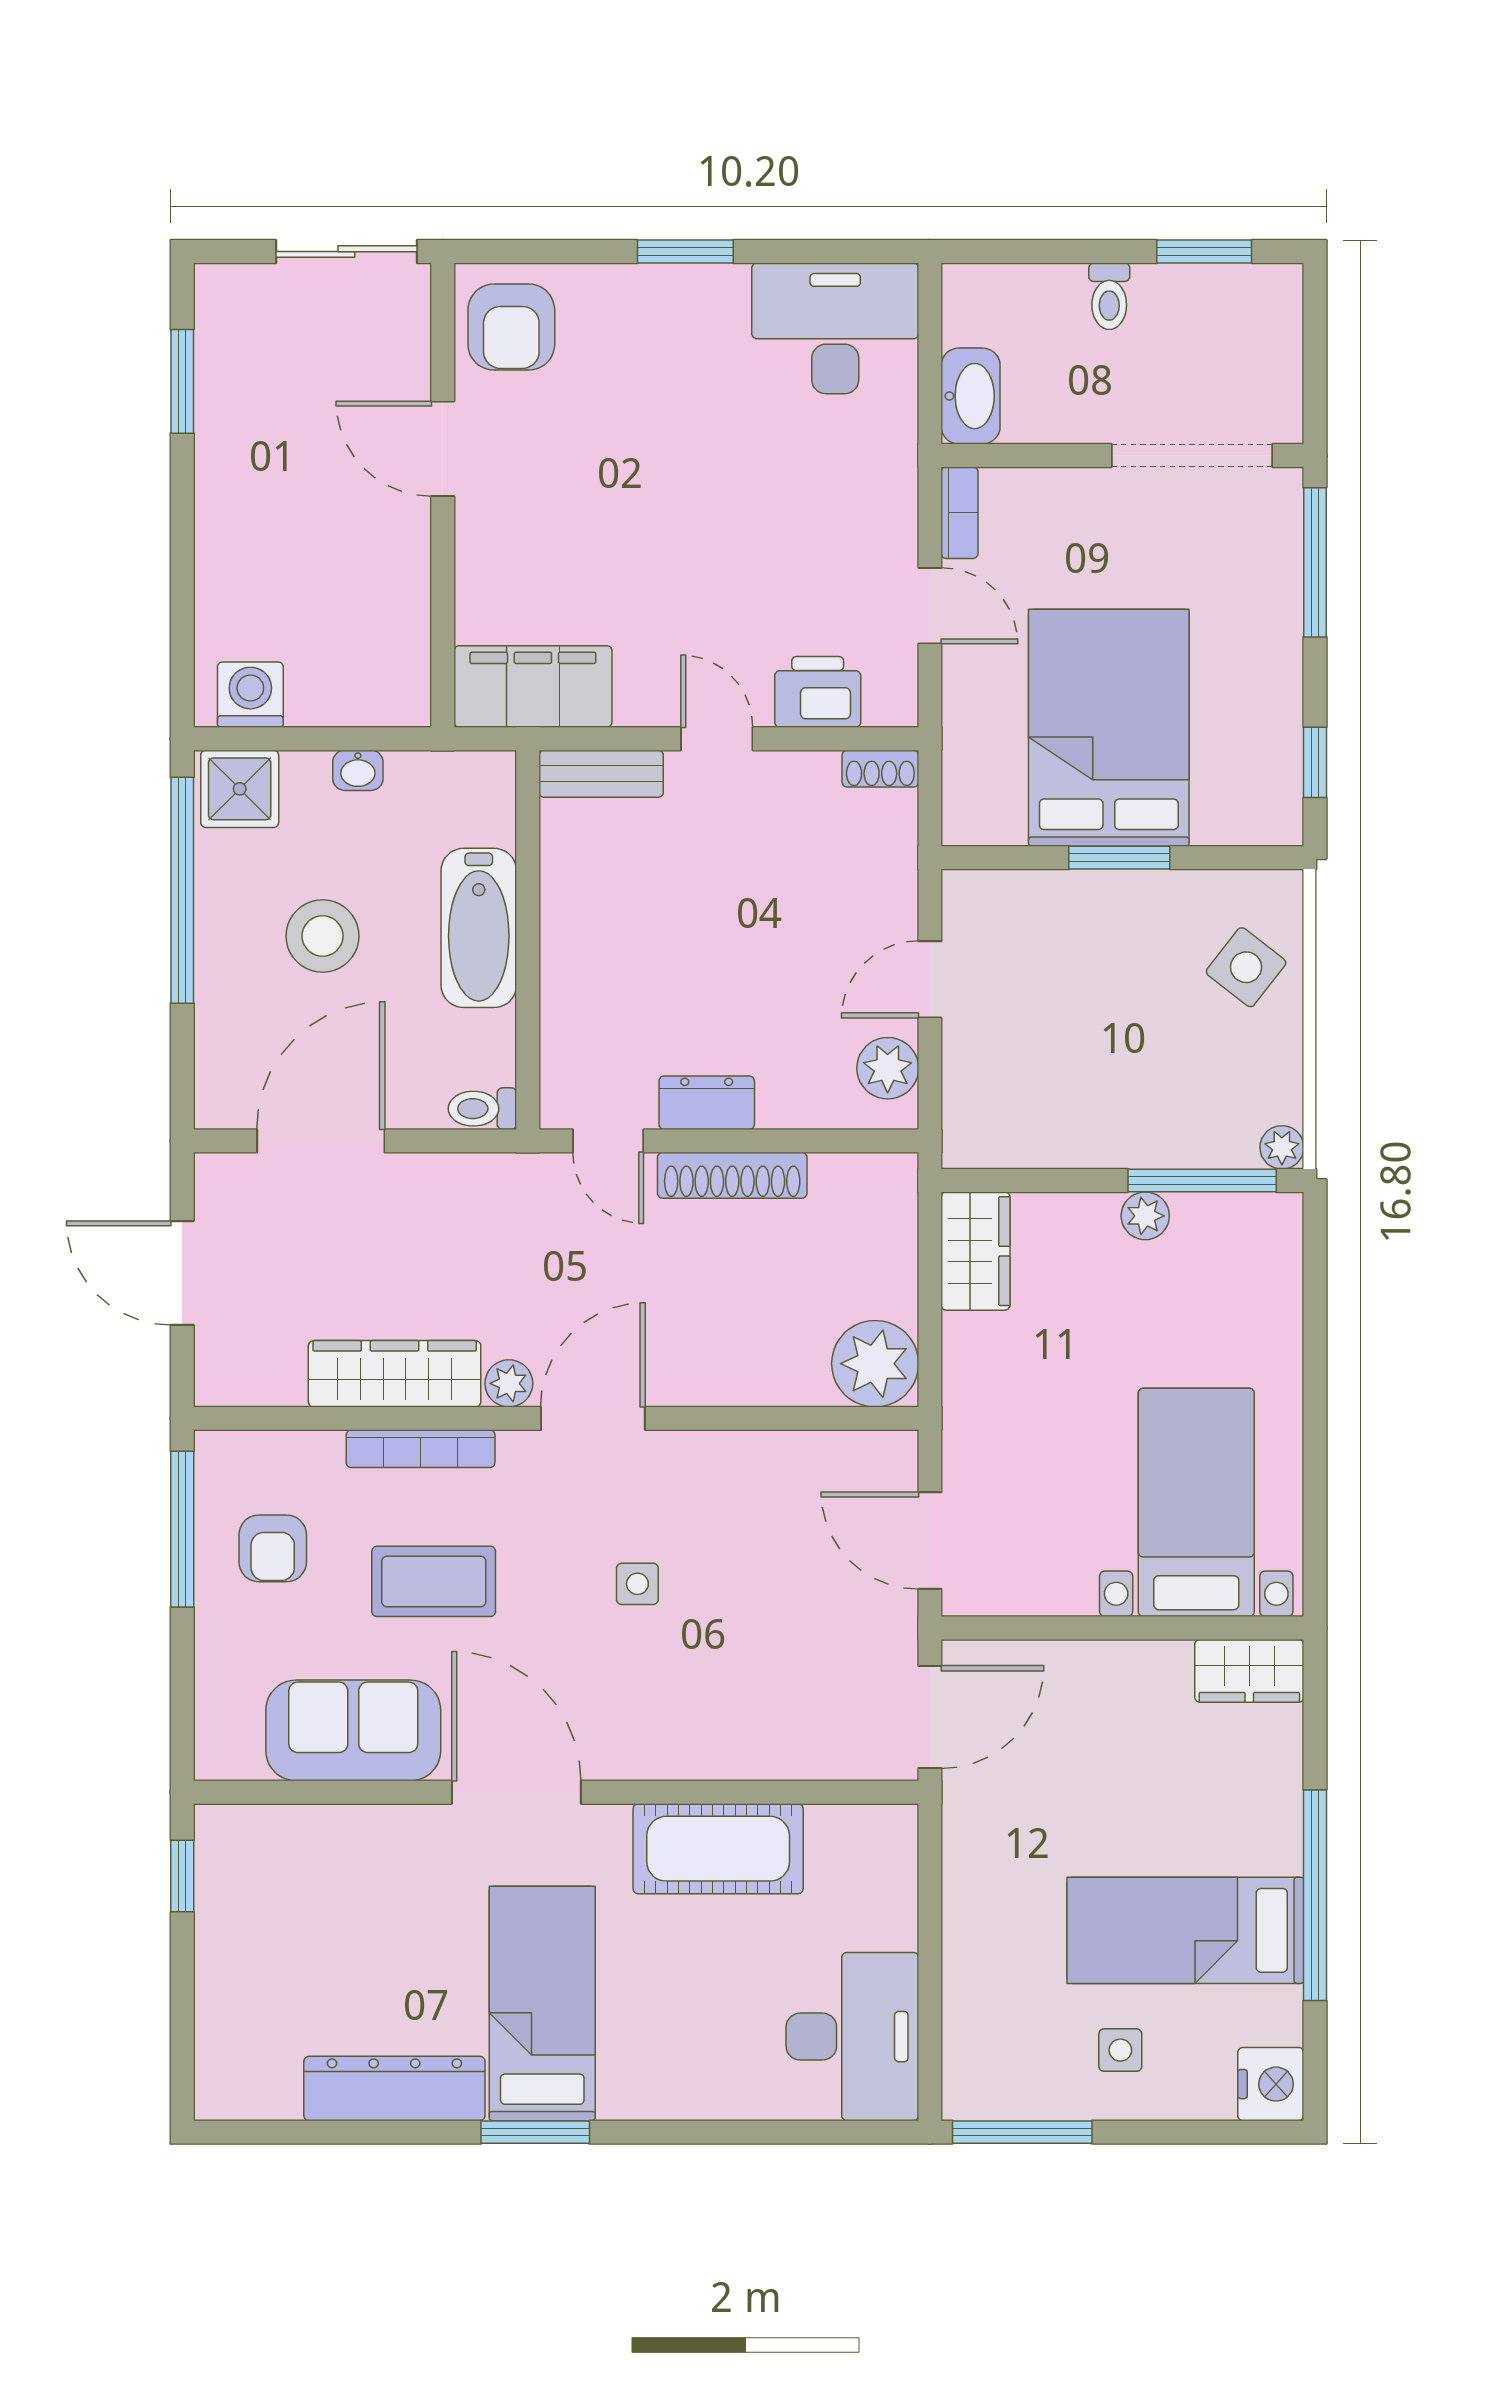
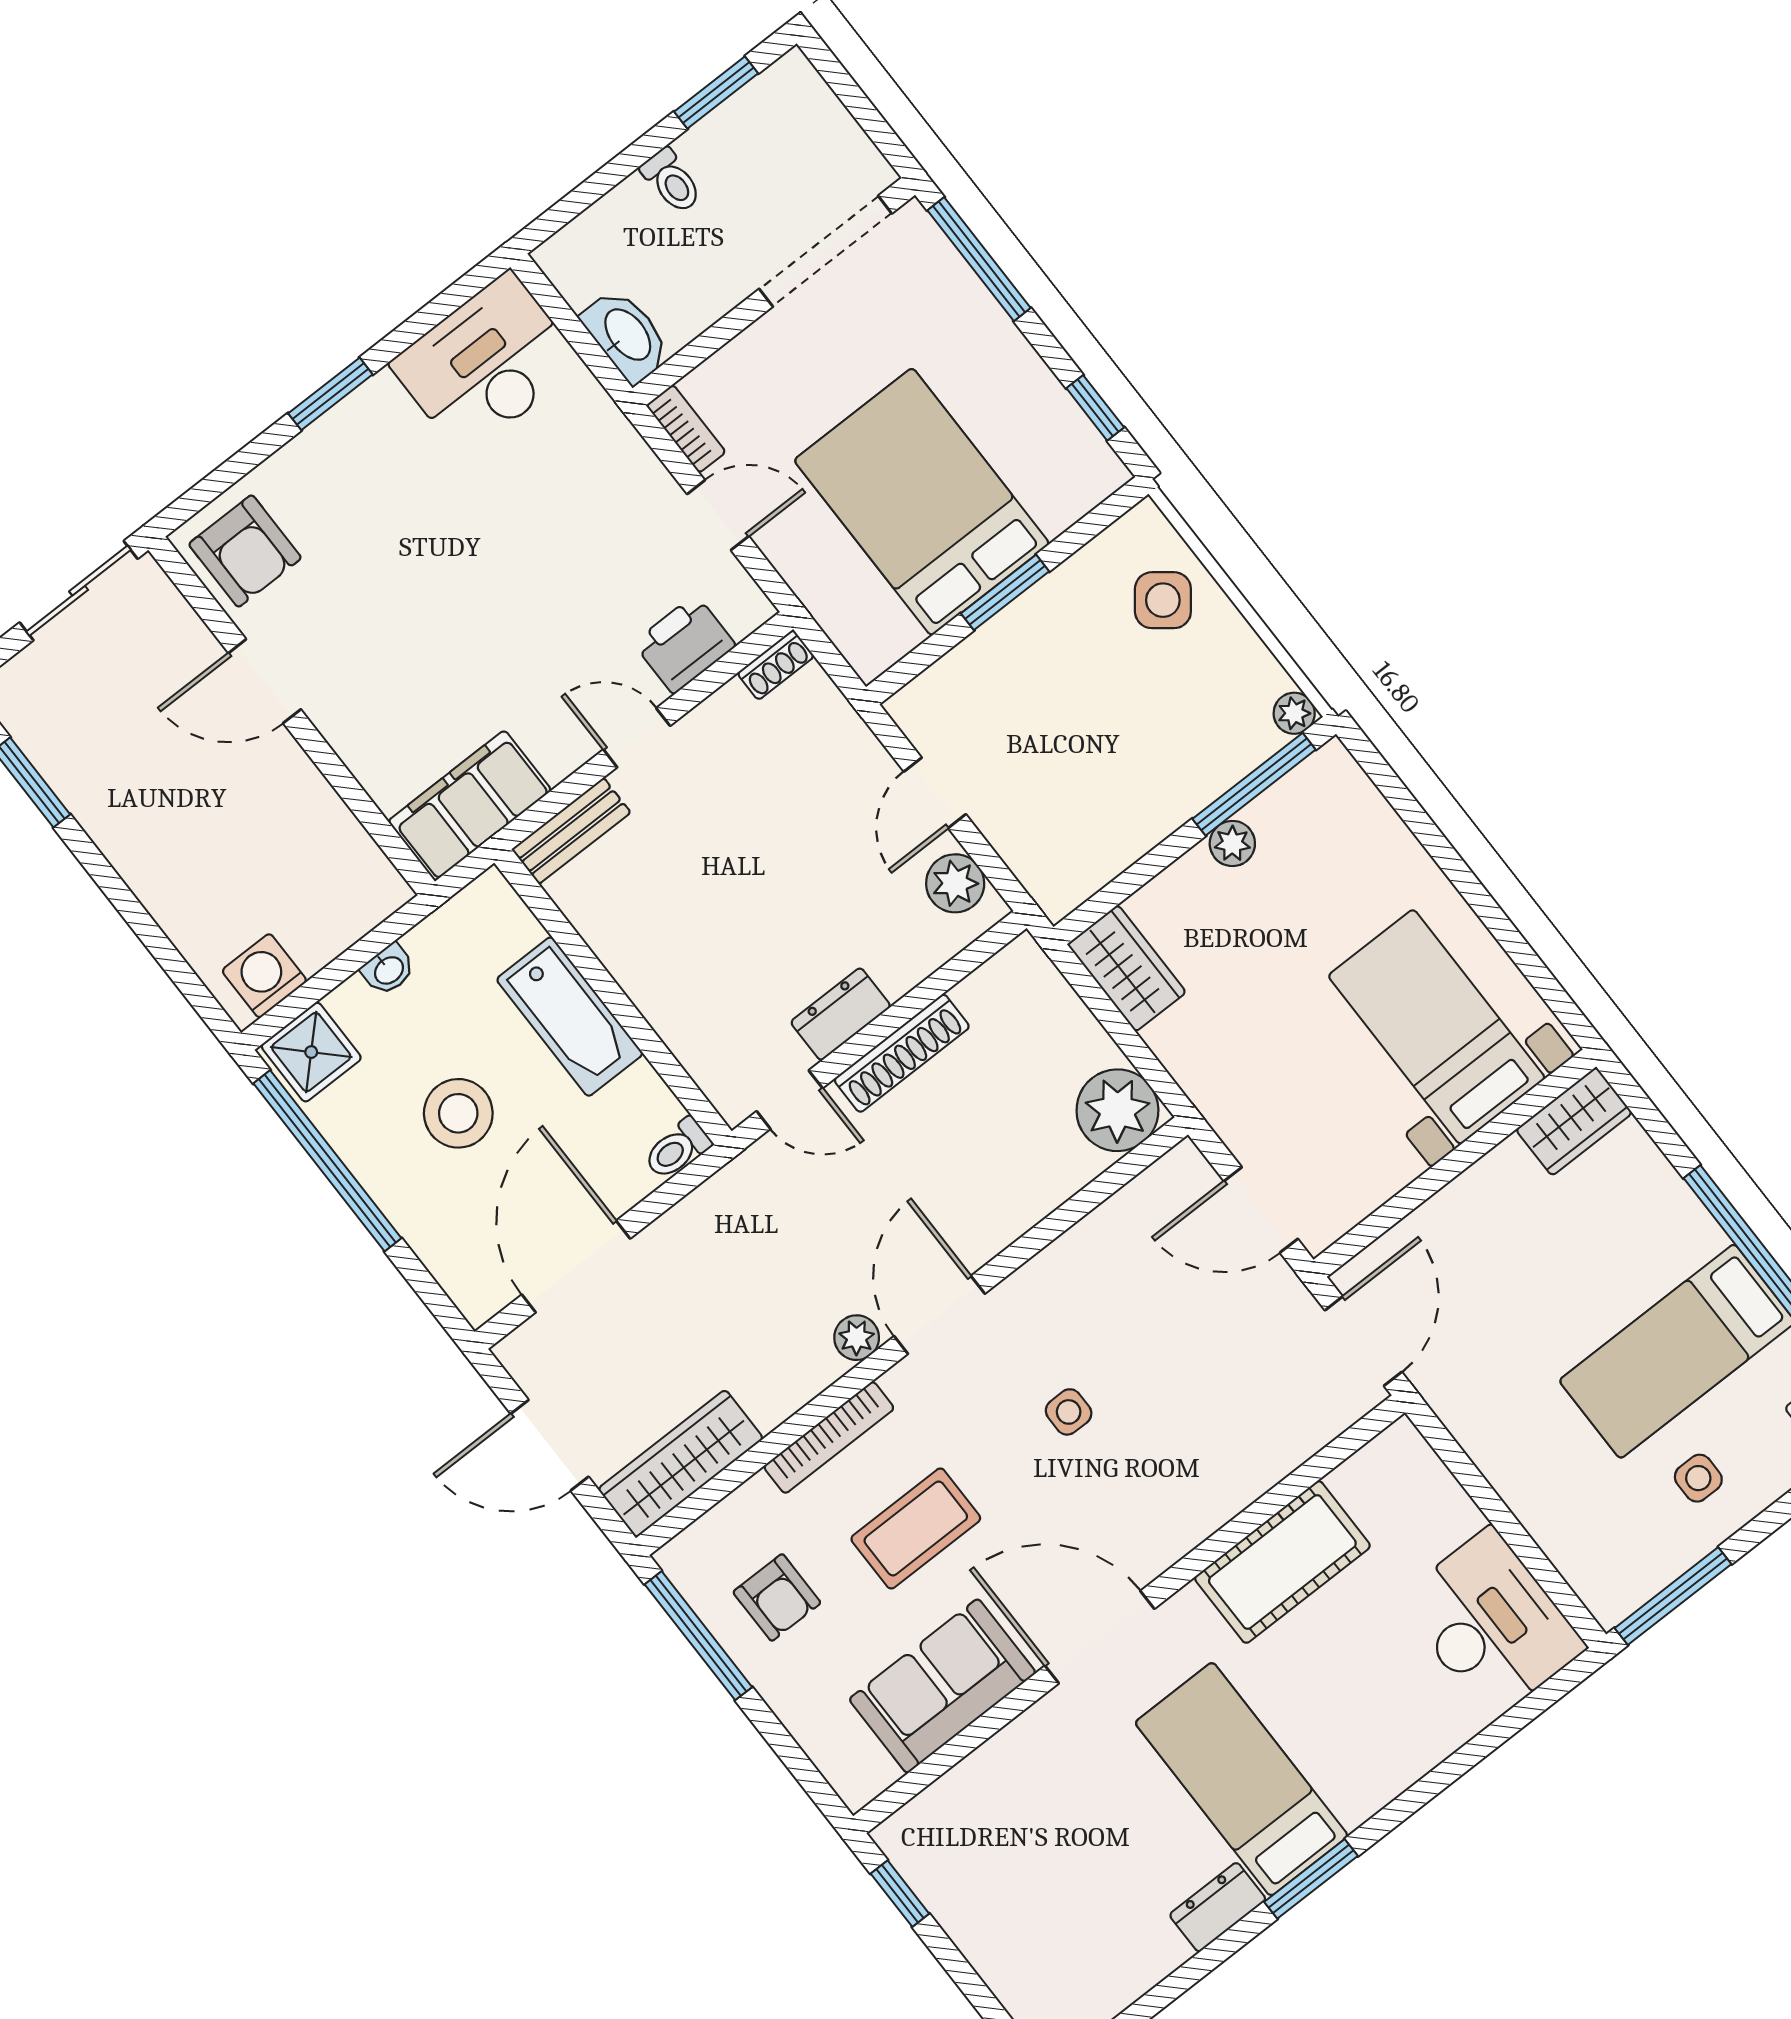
wardrobe: (395, 1374) -> (681, 1464), moved
dresser: (394, 2089) -> (1218, 1907), width x0.51, depth x0.80

